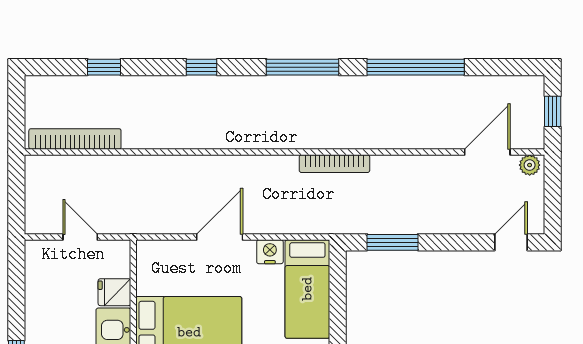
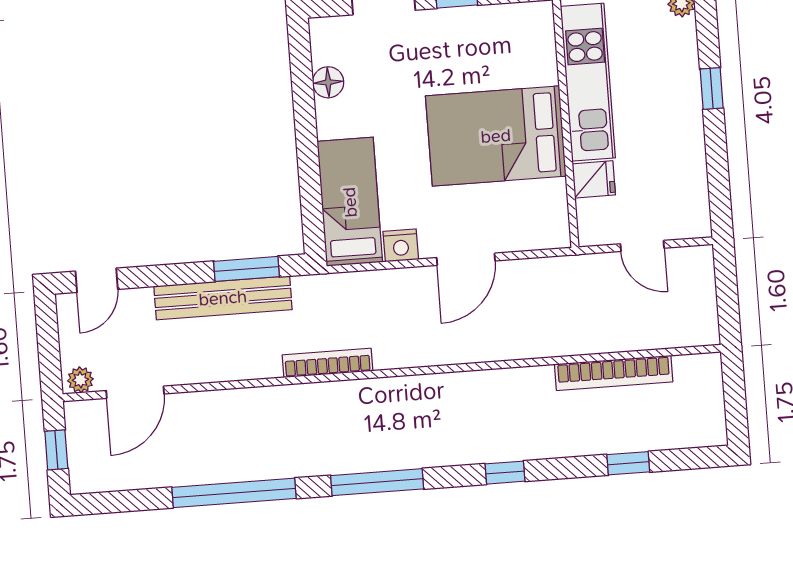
bookcase: (75, 139) -> (614, 373), moved
bench: (413, 221) -> (223, 298), added

